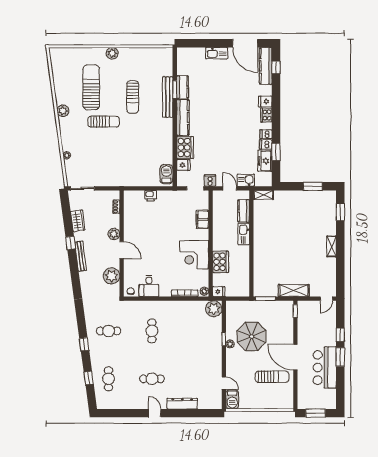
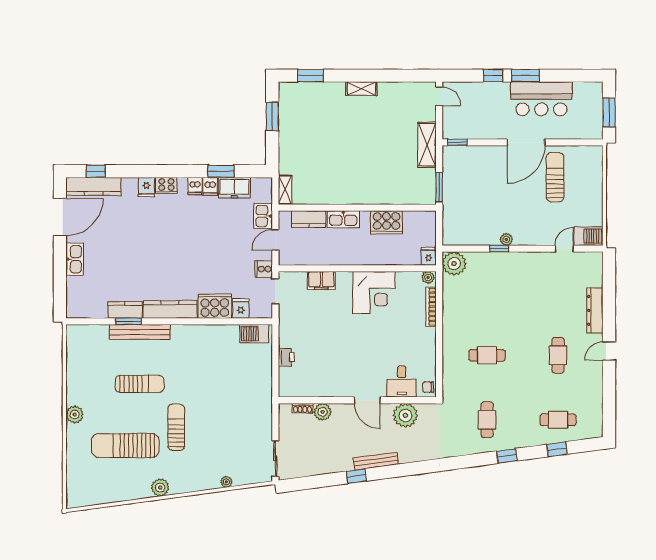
wardrobe: (78, 221) -> (323, 465), removed
plant: (114, 234) -> (323, 412), moved
door: (122, 250) -> (367, 400), swing flipped
cooker: (220, 262) -> (386, 222), moved, turned 180
desk: (149, 286) -> (402, 382), moved, turned 90
parasol: (252, 336) -> (495, 207), removed

